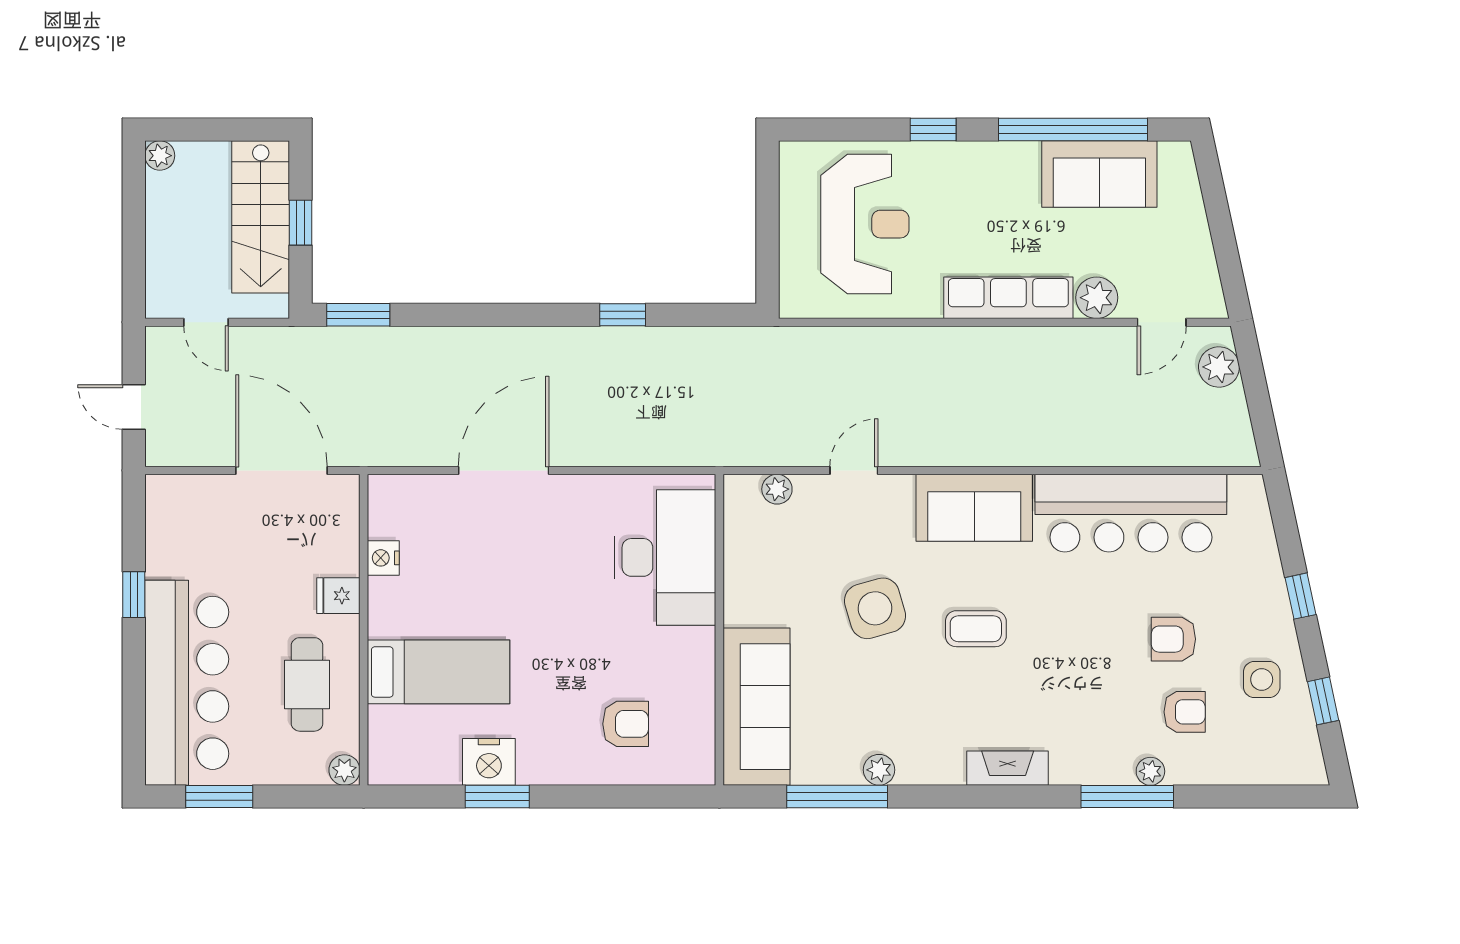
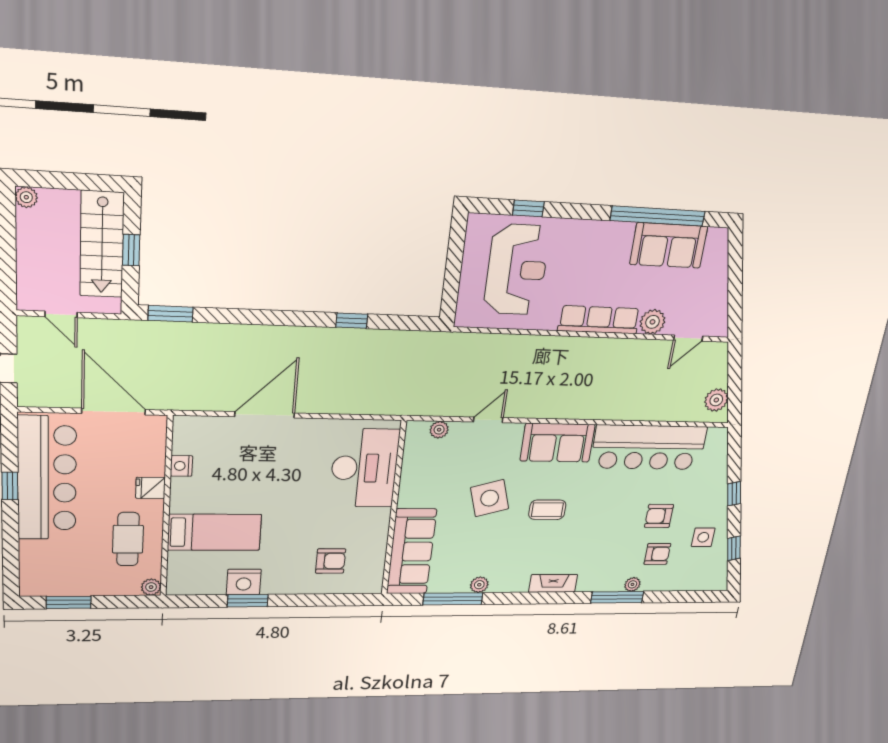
window: (933, 130) -> (528, 208), moved
plant: (1219, 367) -> (716, 400), moved
bar counter: (187, 683) -> (47, 478), moved

